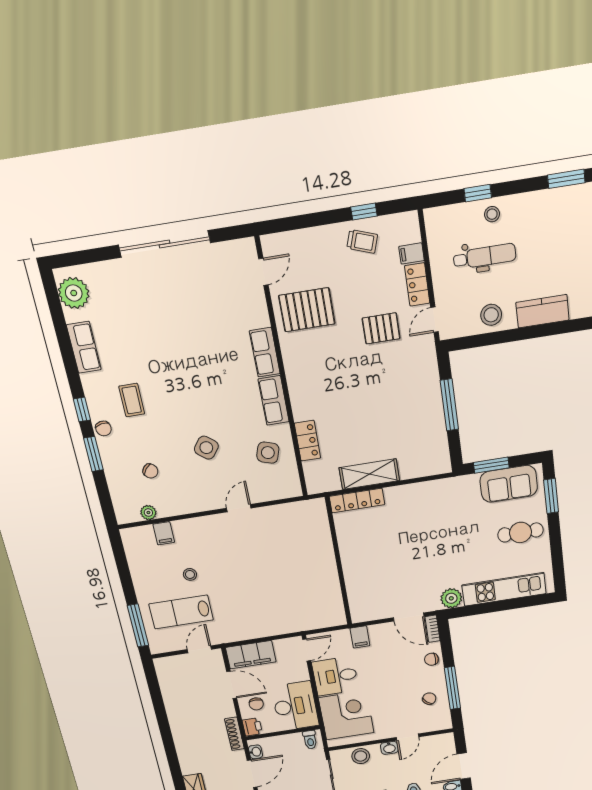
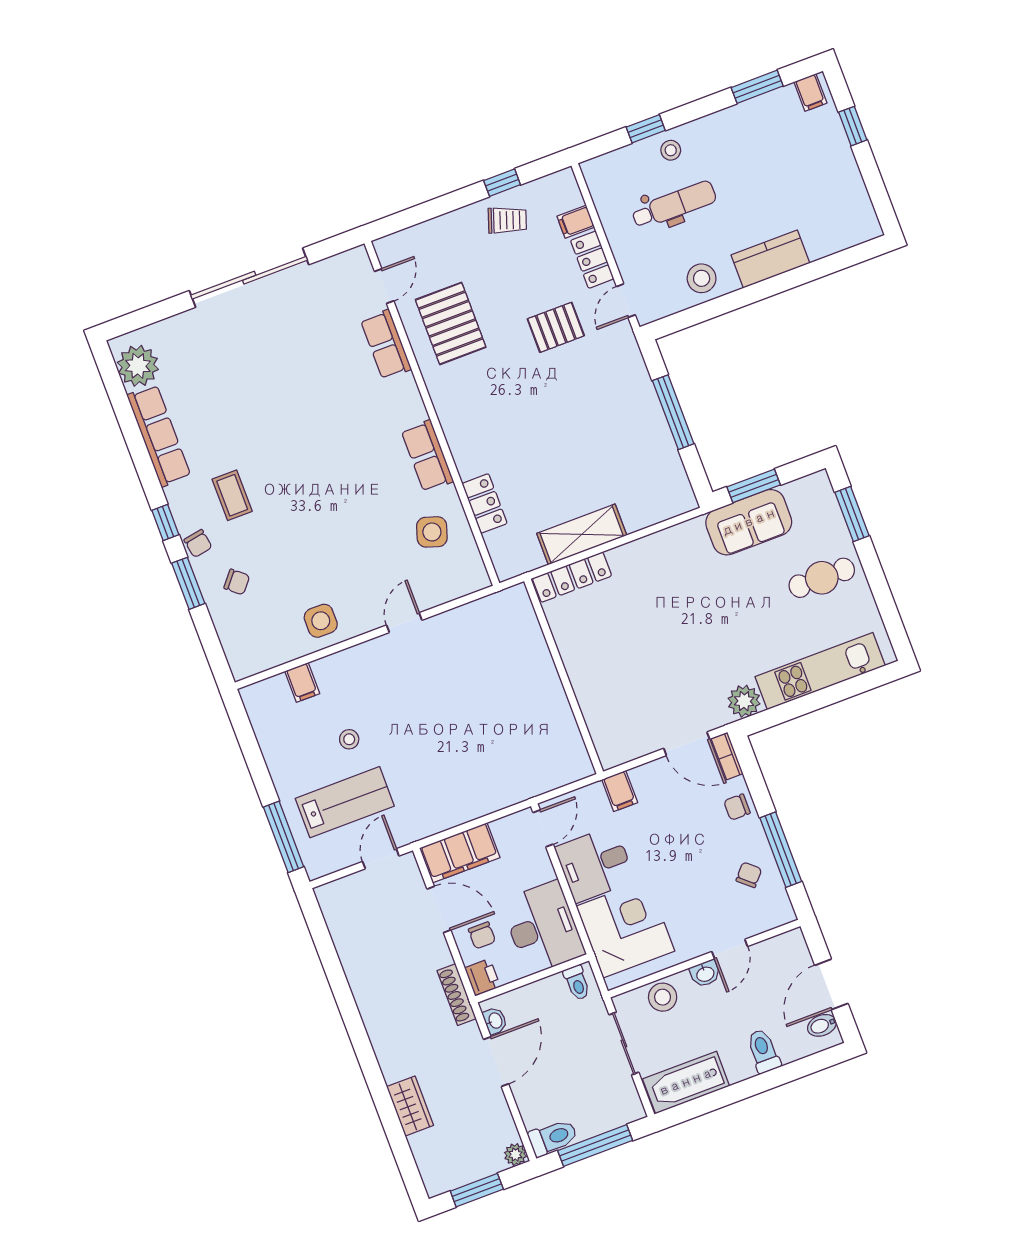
pallet: (307, 310) -> (451, 323), turned 90
row of seats: (84, 347) -> (159, 436), width x1.48
row of seats: (265, 352) -> (386, 344), moved
side table: (206, 448) -> (321, 621), moved, turned -38
chair: (150, 471) -> (237, 582), moved
sofa: (509, 484) -> (749, 522), moved
plant: (148, 513) -> (276, 655), removed
lab bench: (181, 612) -> (345, 802), turned 180

